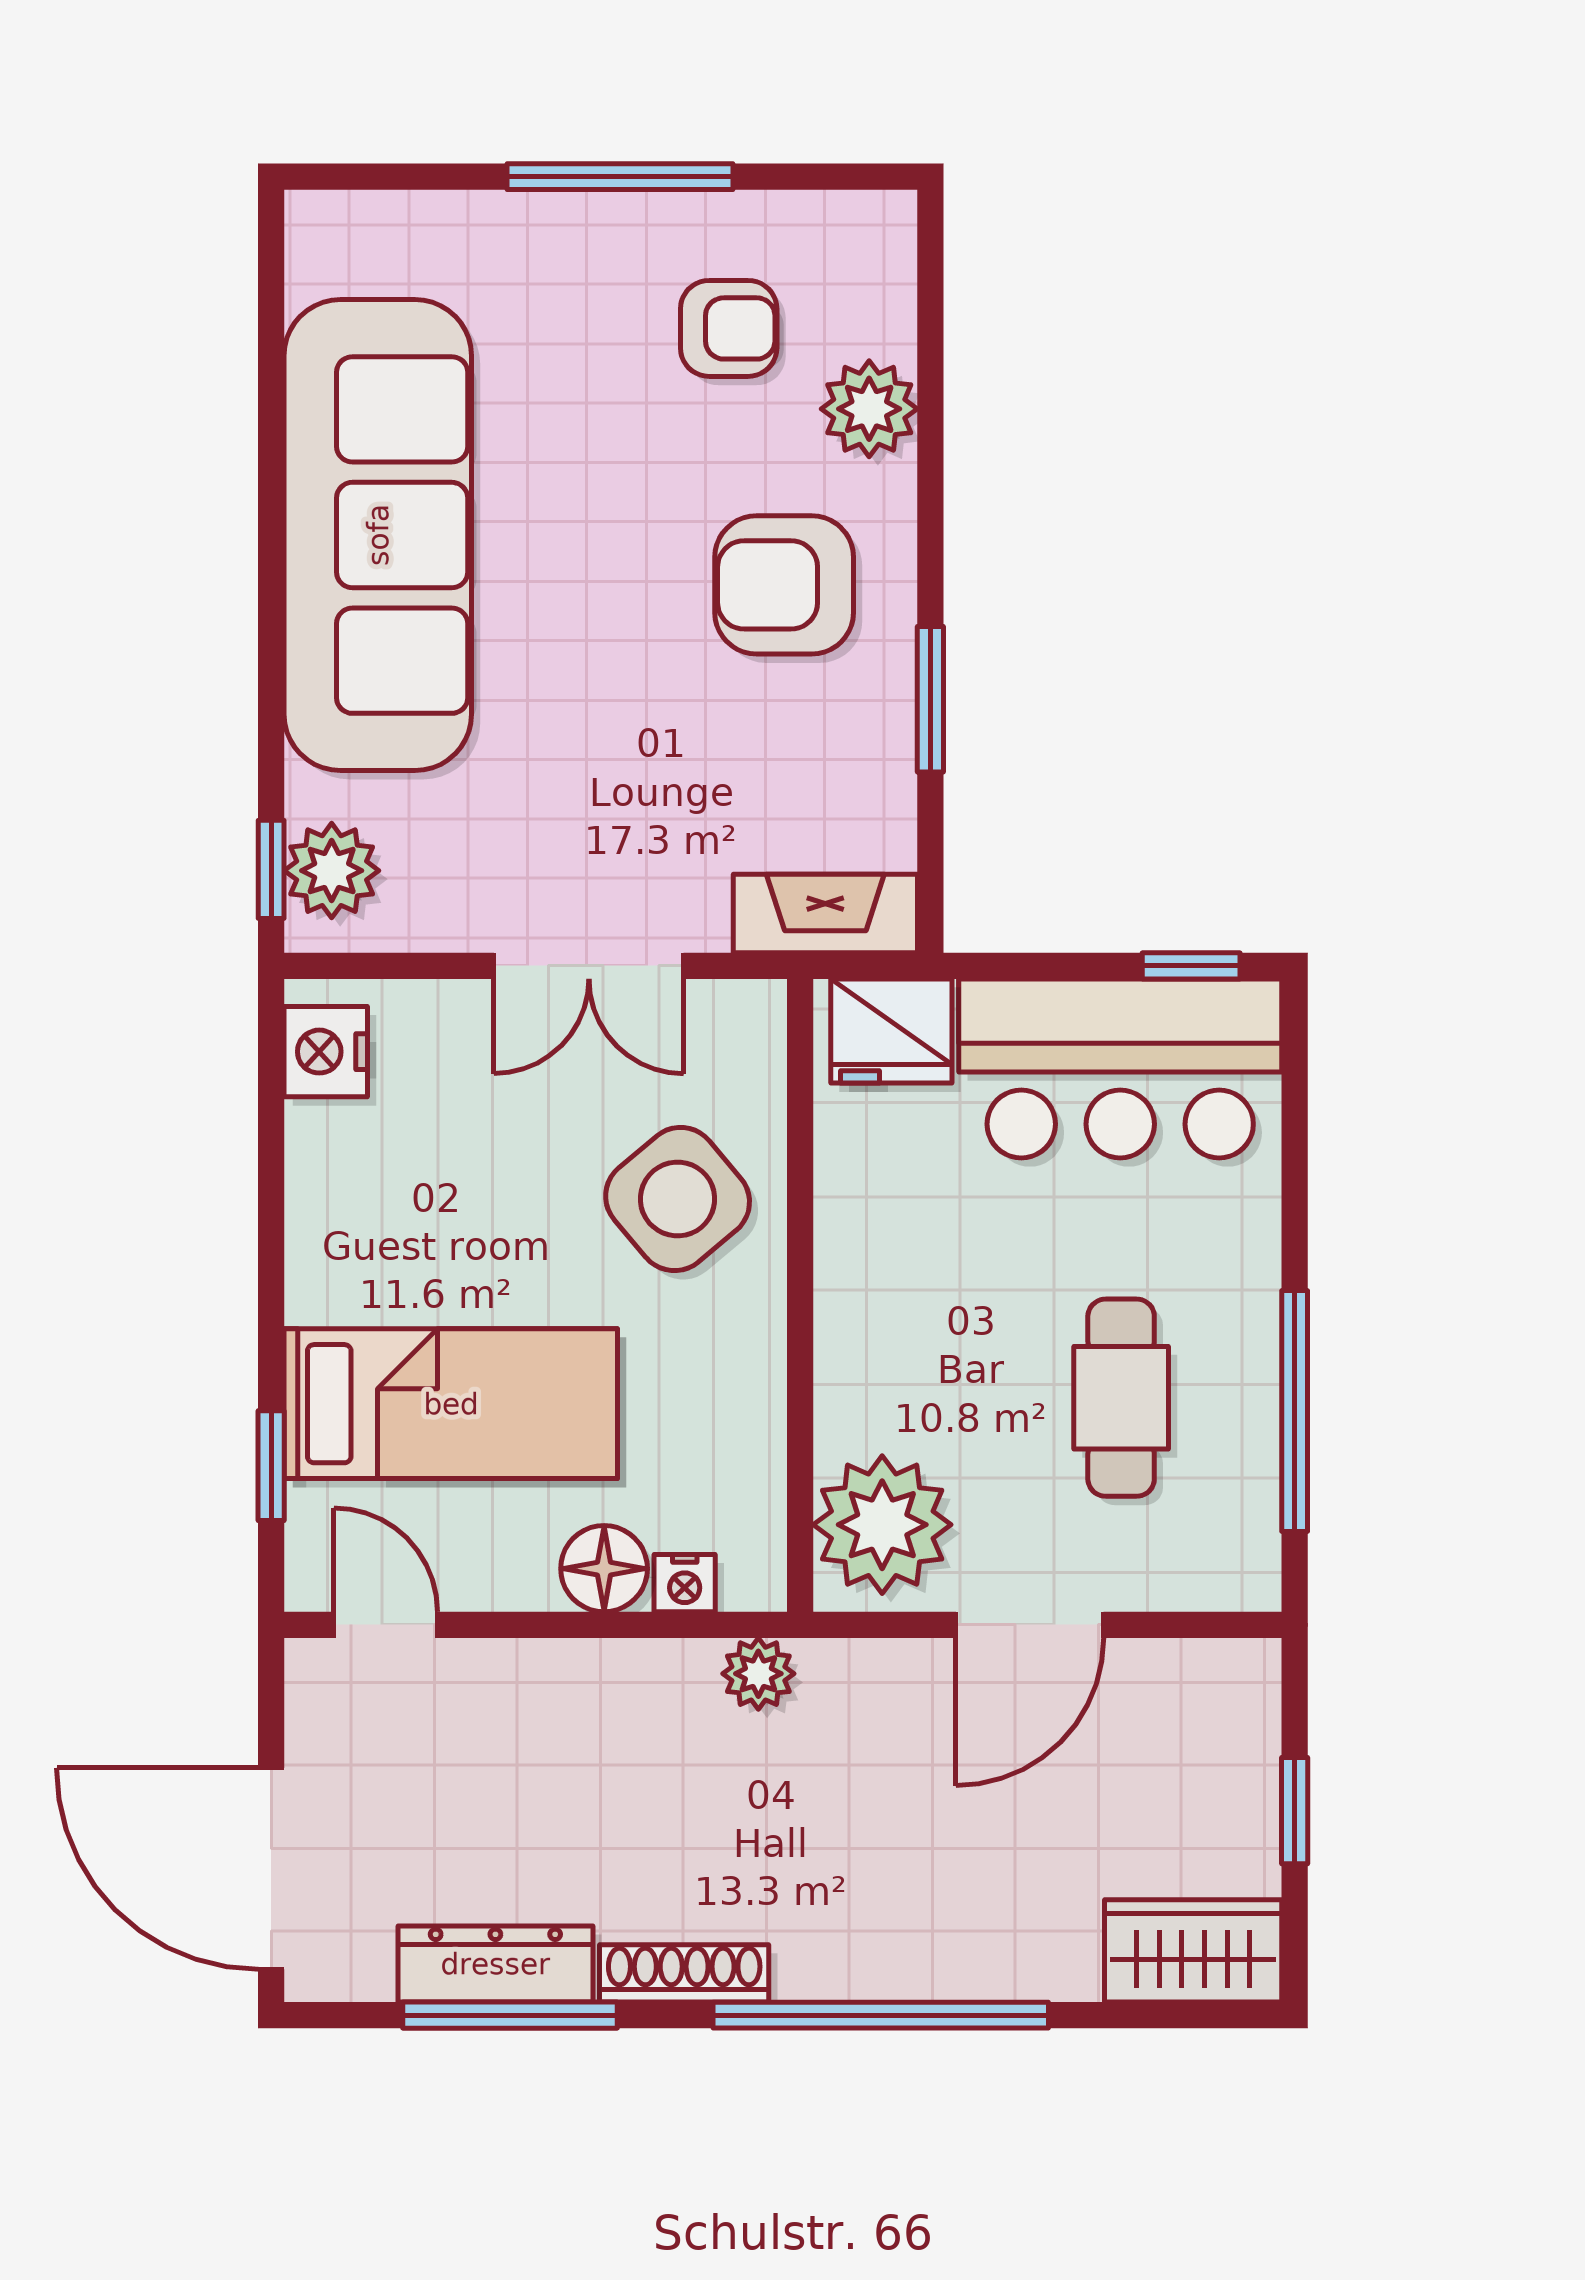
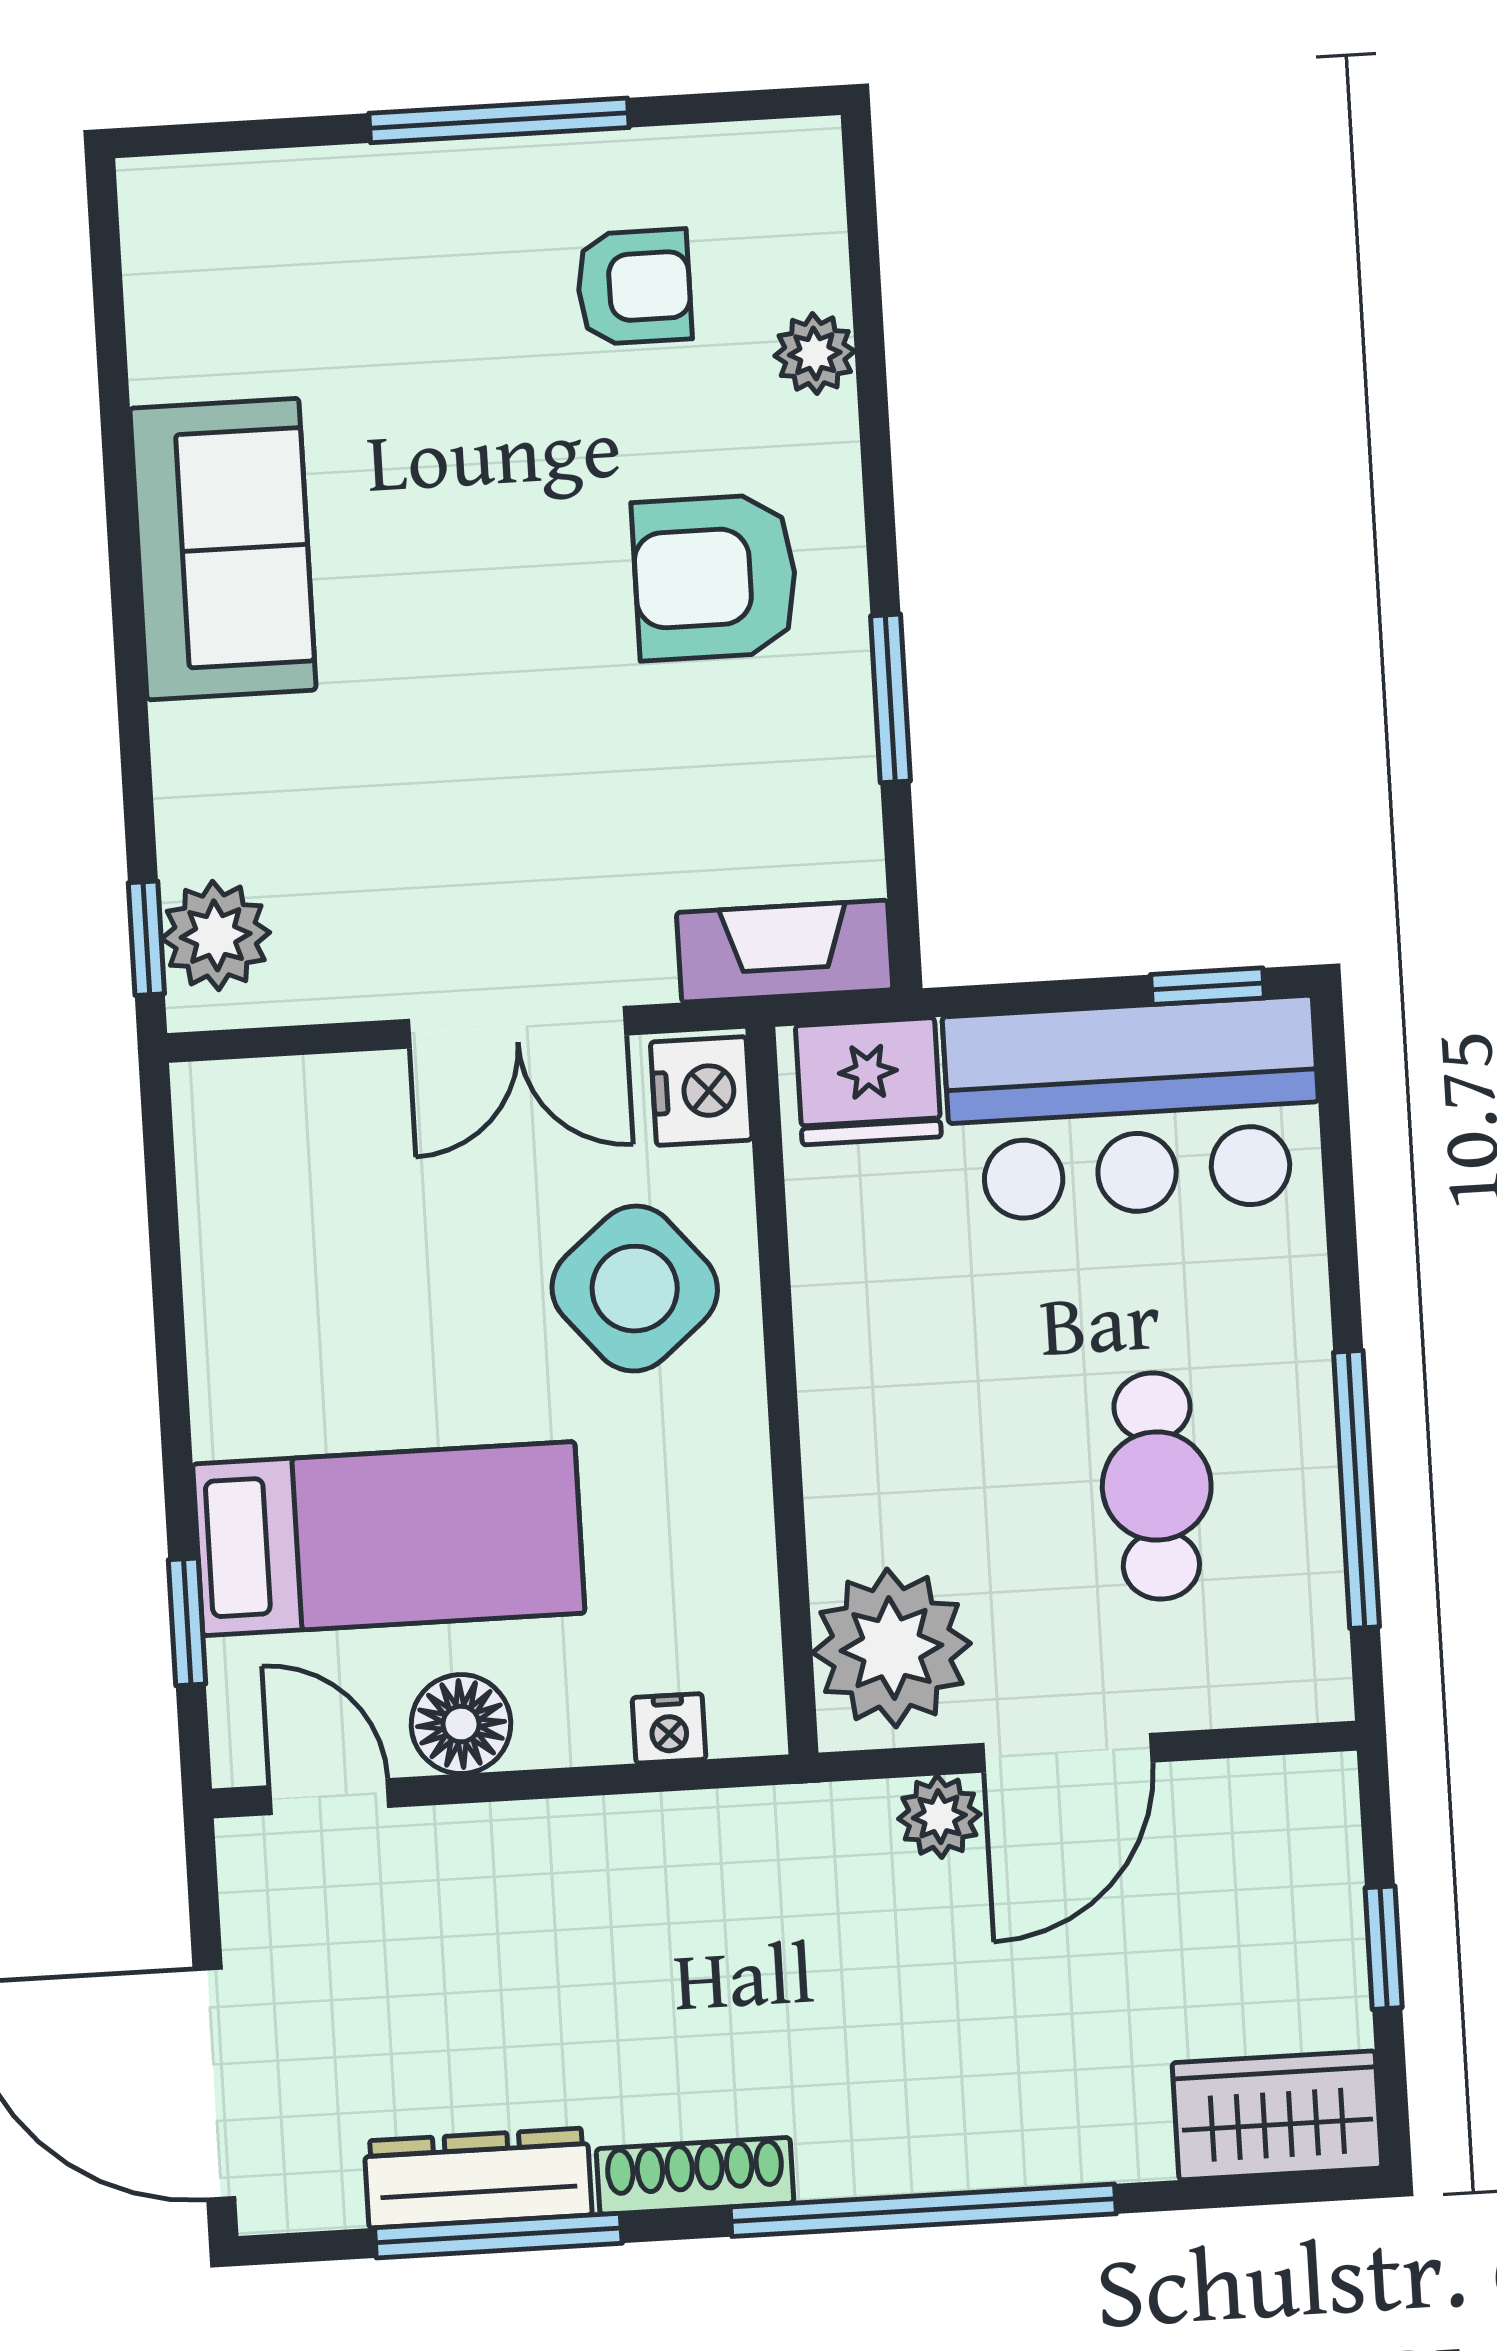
plant: (869, 409) -> (815, 354), width x0.73, depth x0.73
sofa: (378, 535) -> (223, 549), width x0.54, depth x0.79
nightstand: (326, 1052) -> (701, 1091), moved, turned 180
floor lamp: (604, 1569) -> (461, 1724), moved
plant: (758, 1674) -> (939, 1817), moved

